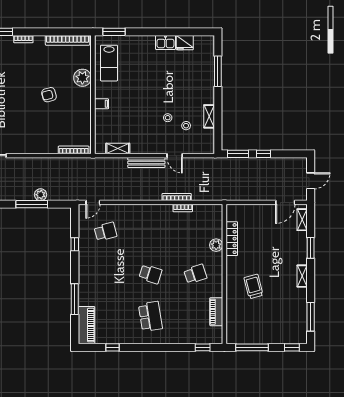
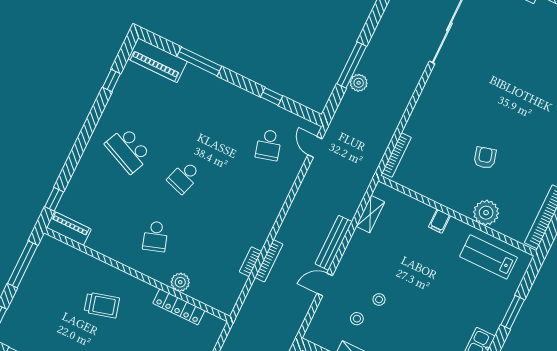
window: (114, 32) -> (513, 312), moved
piano: (216, 312) -> (69, 228), moved
school desk: (150, 316) -> (128, 150), turned 33

